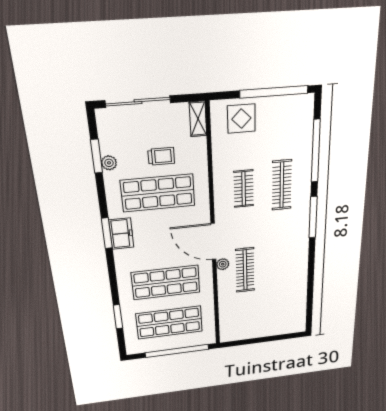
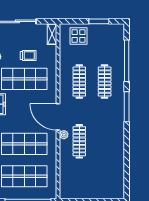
window: (274, 92) -> (99, 21), width x0.47
clothes rail: (244, 189) -> (79, 82), width x1.36

